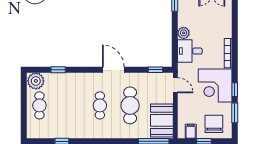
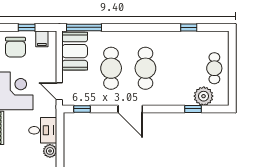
plant: (36, 81) -> (204, 96), moved
cafe table: (100, 105) -> (145, 68), width x1.37, depth x1.35

